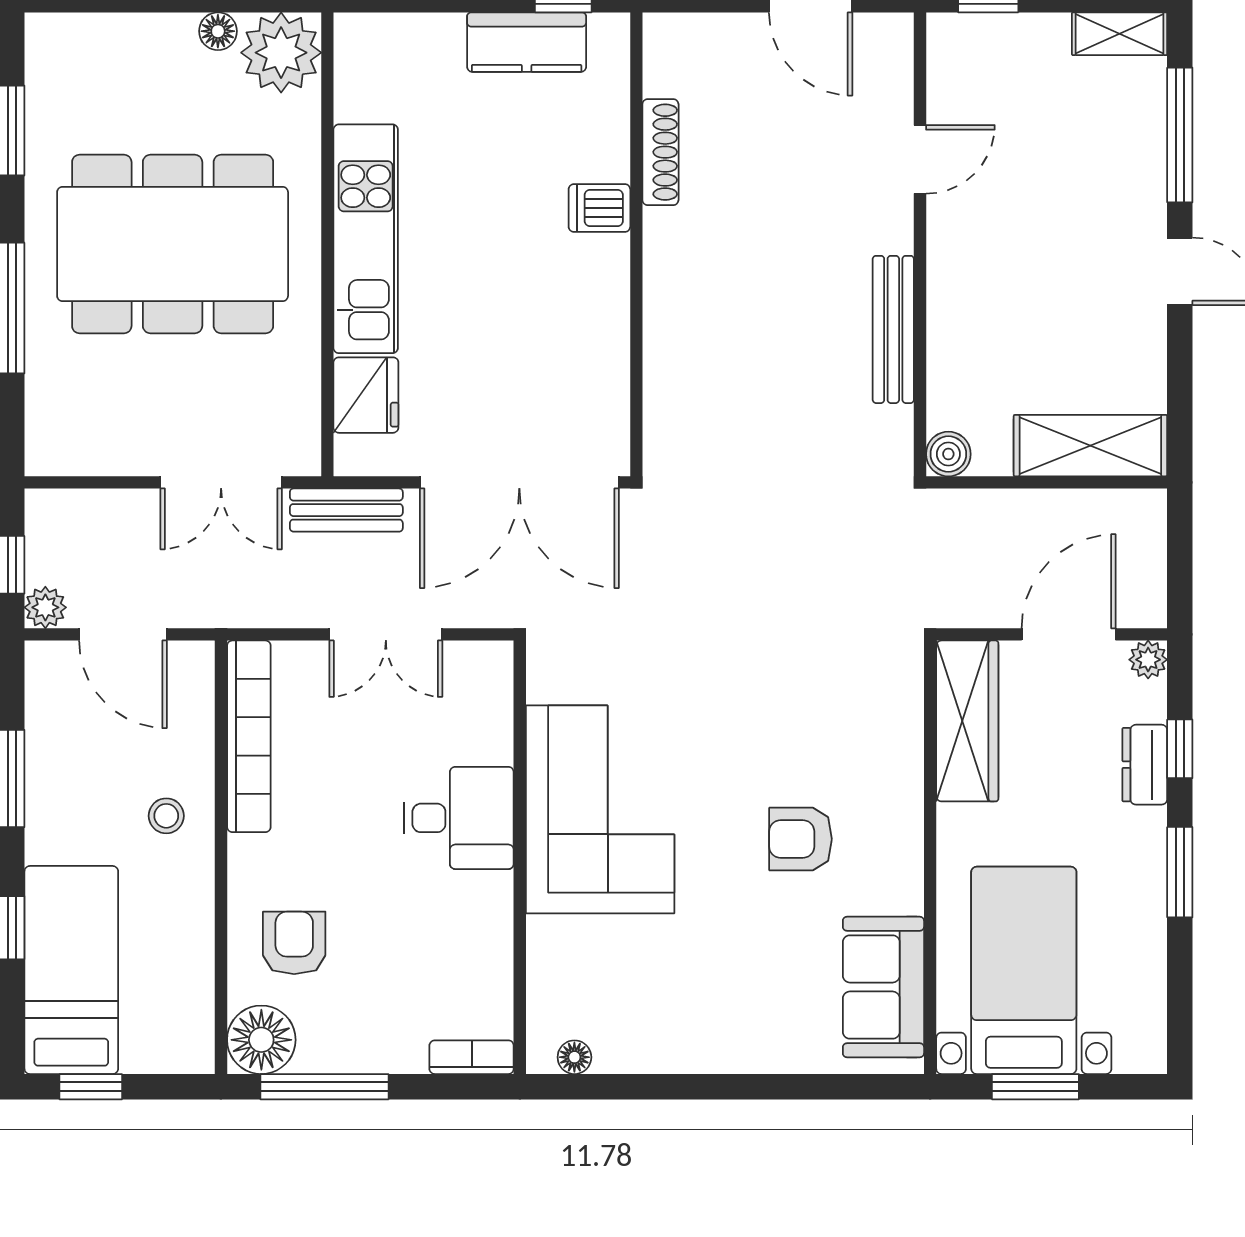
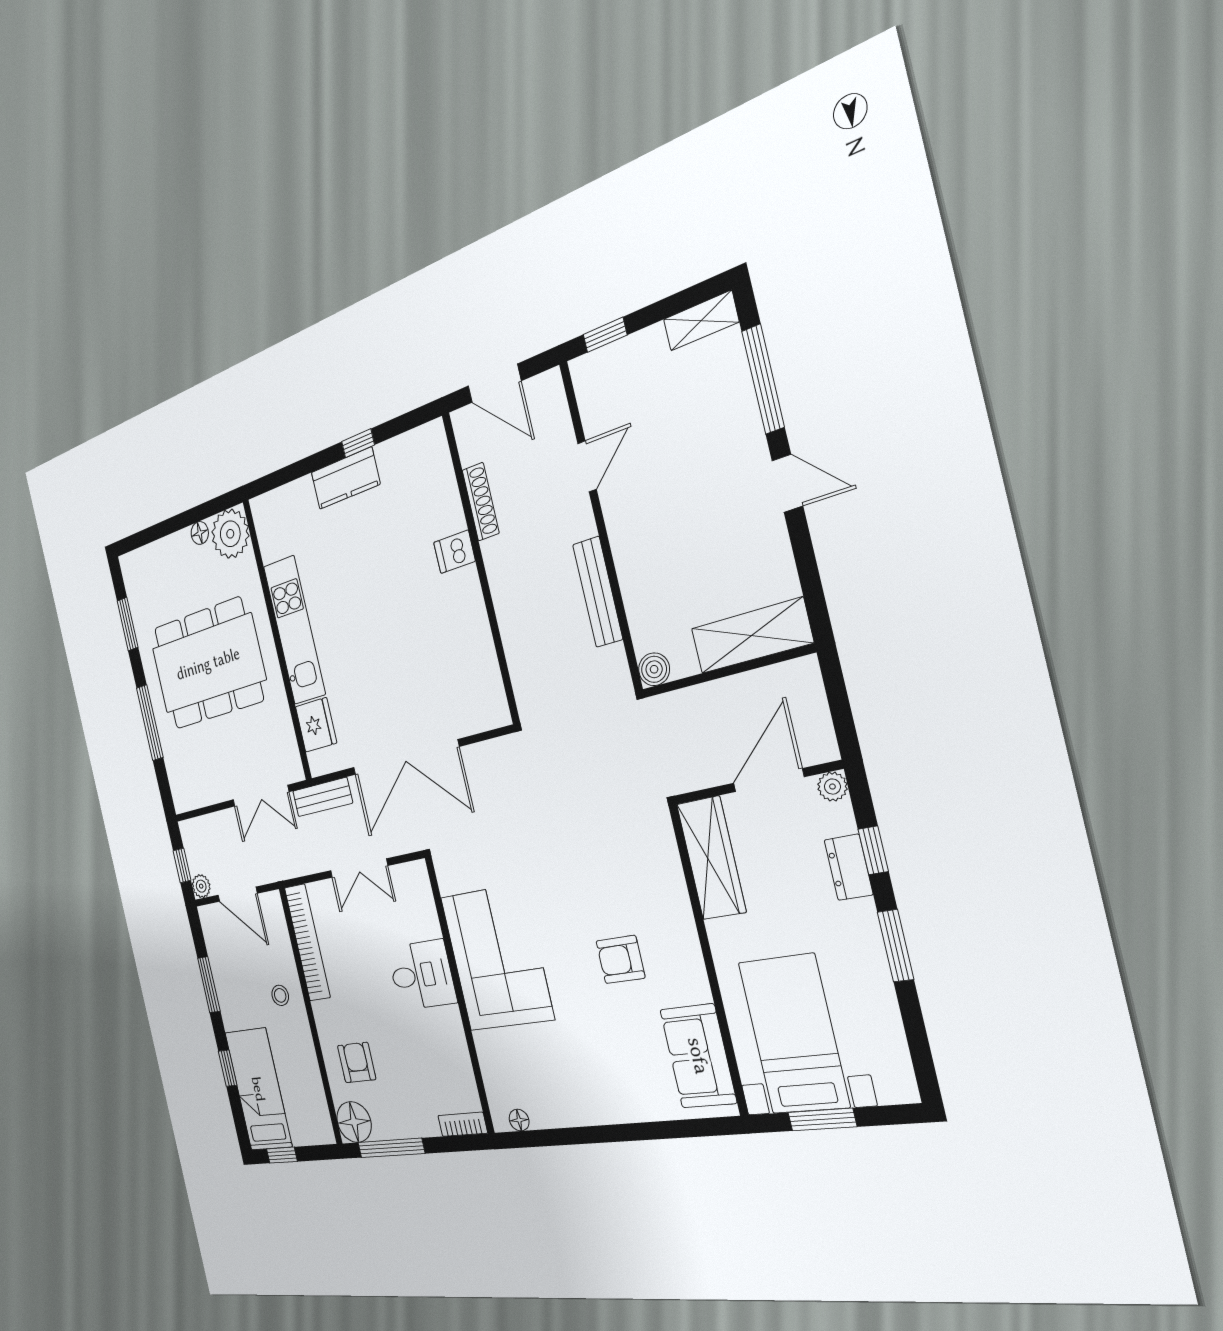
shoe rack: (660, 152) -> (481, 502), moved
dishwasher: (599, 208) -> (454, 552), moved
wall: (636, 244) -> (481, 568), moved

